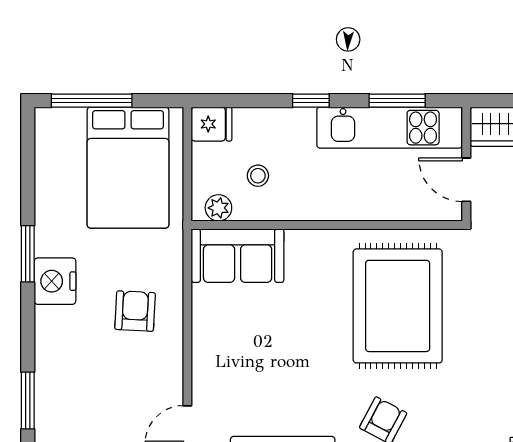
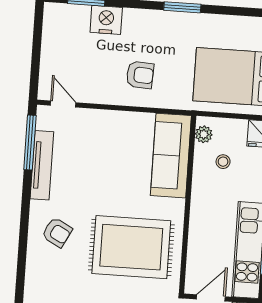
sofa: (238, 256) -> (171, 156), width x1.36
nightstand: (55, 281) -> (106, 20), moved

